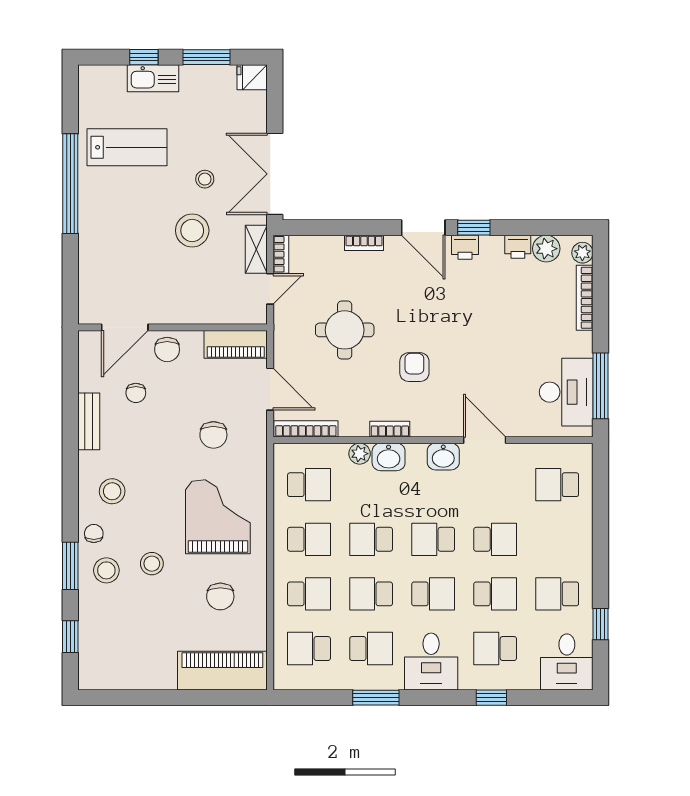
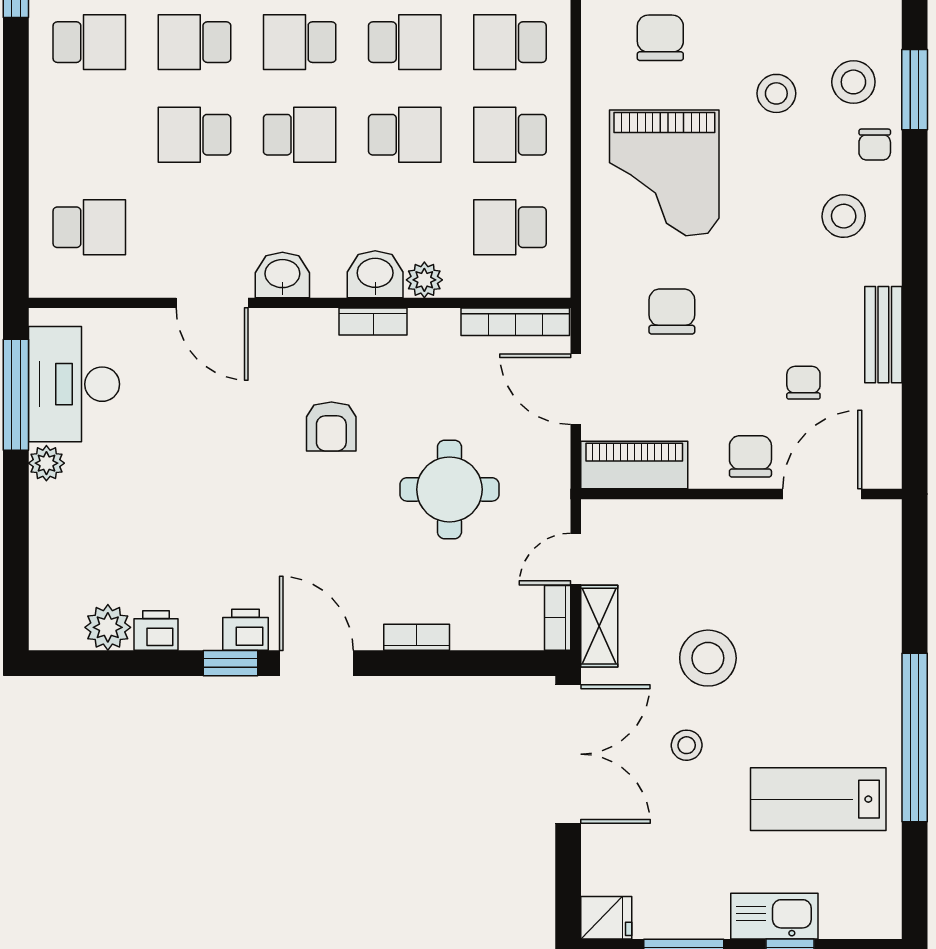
plant: (582, 253) -> (46, 463), moved
bookcase: (585, 298) -> (43, 544), removed

